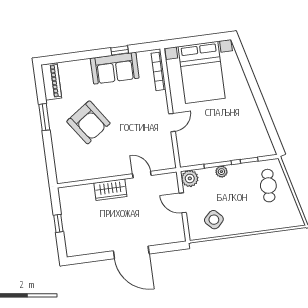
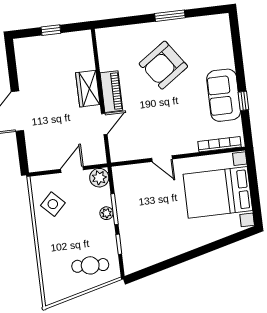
piano: (51, 81) -> (111, 92), moved, turned -90

